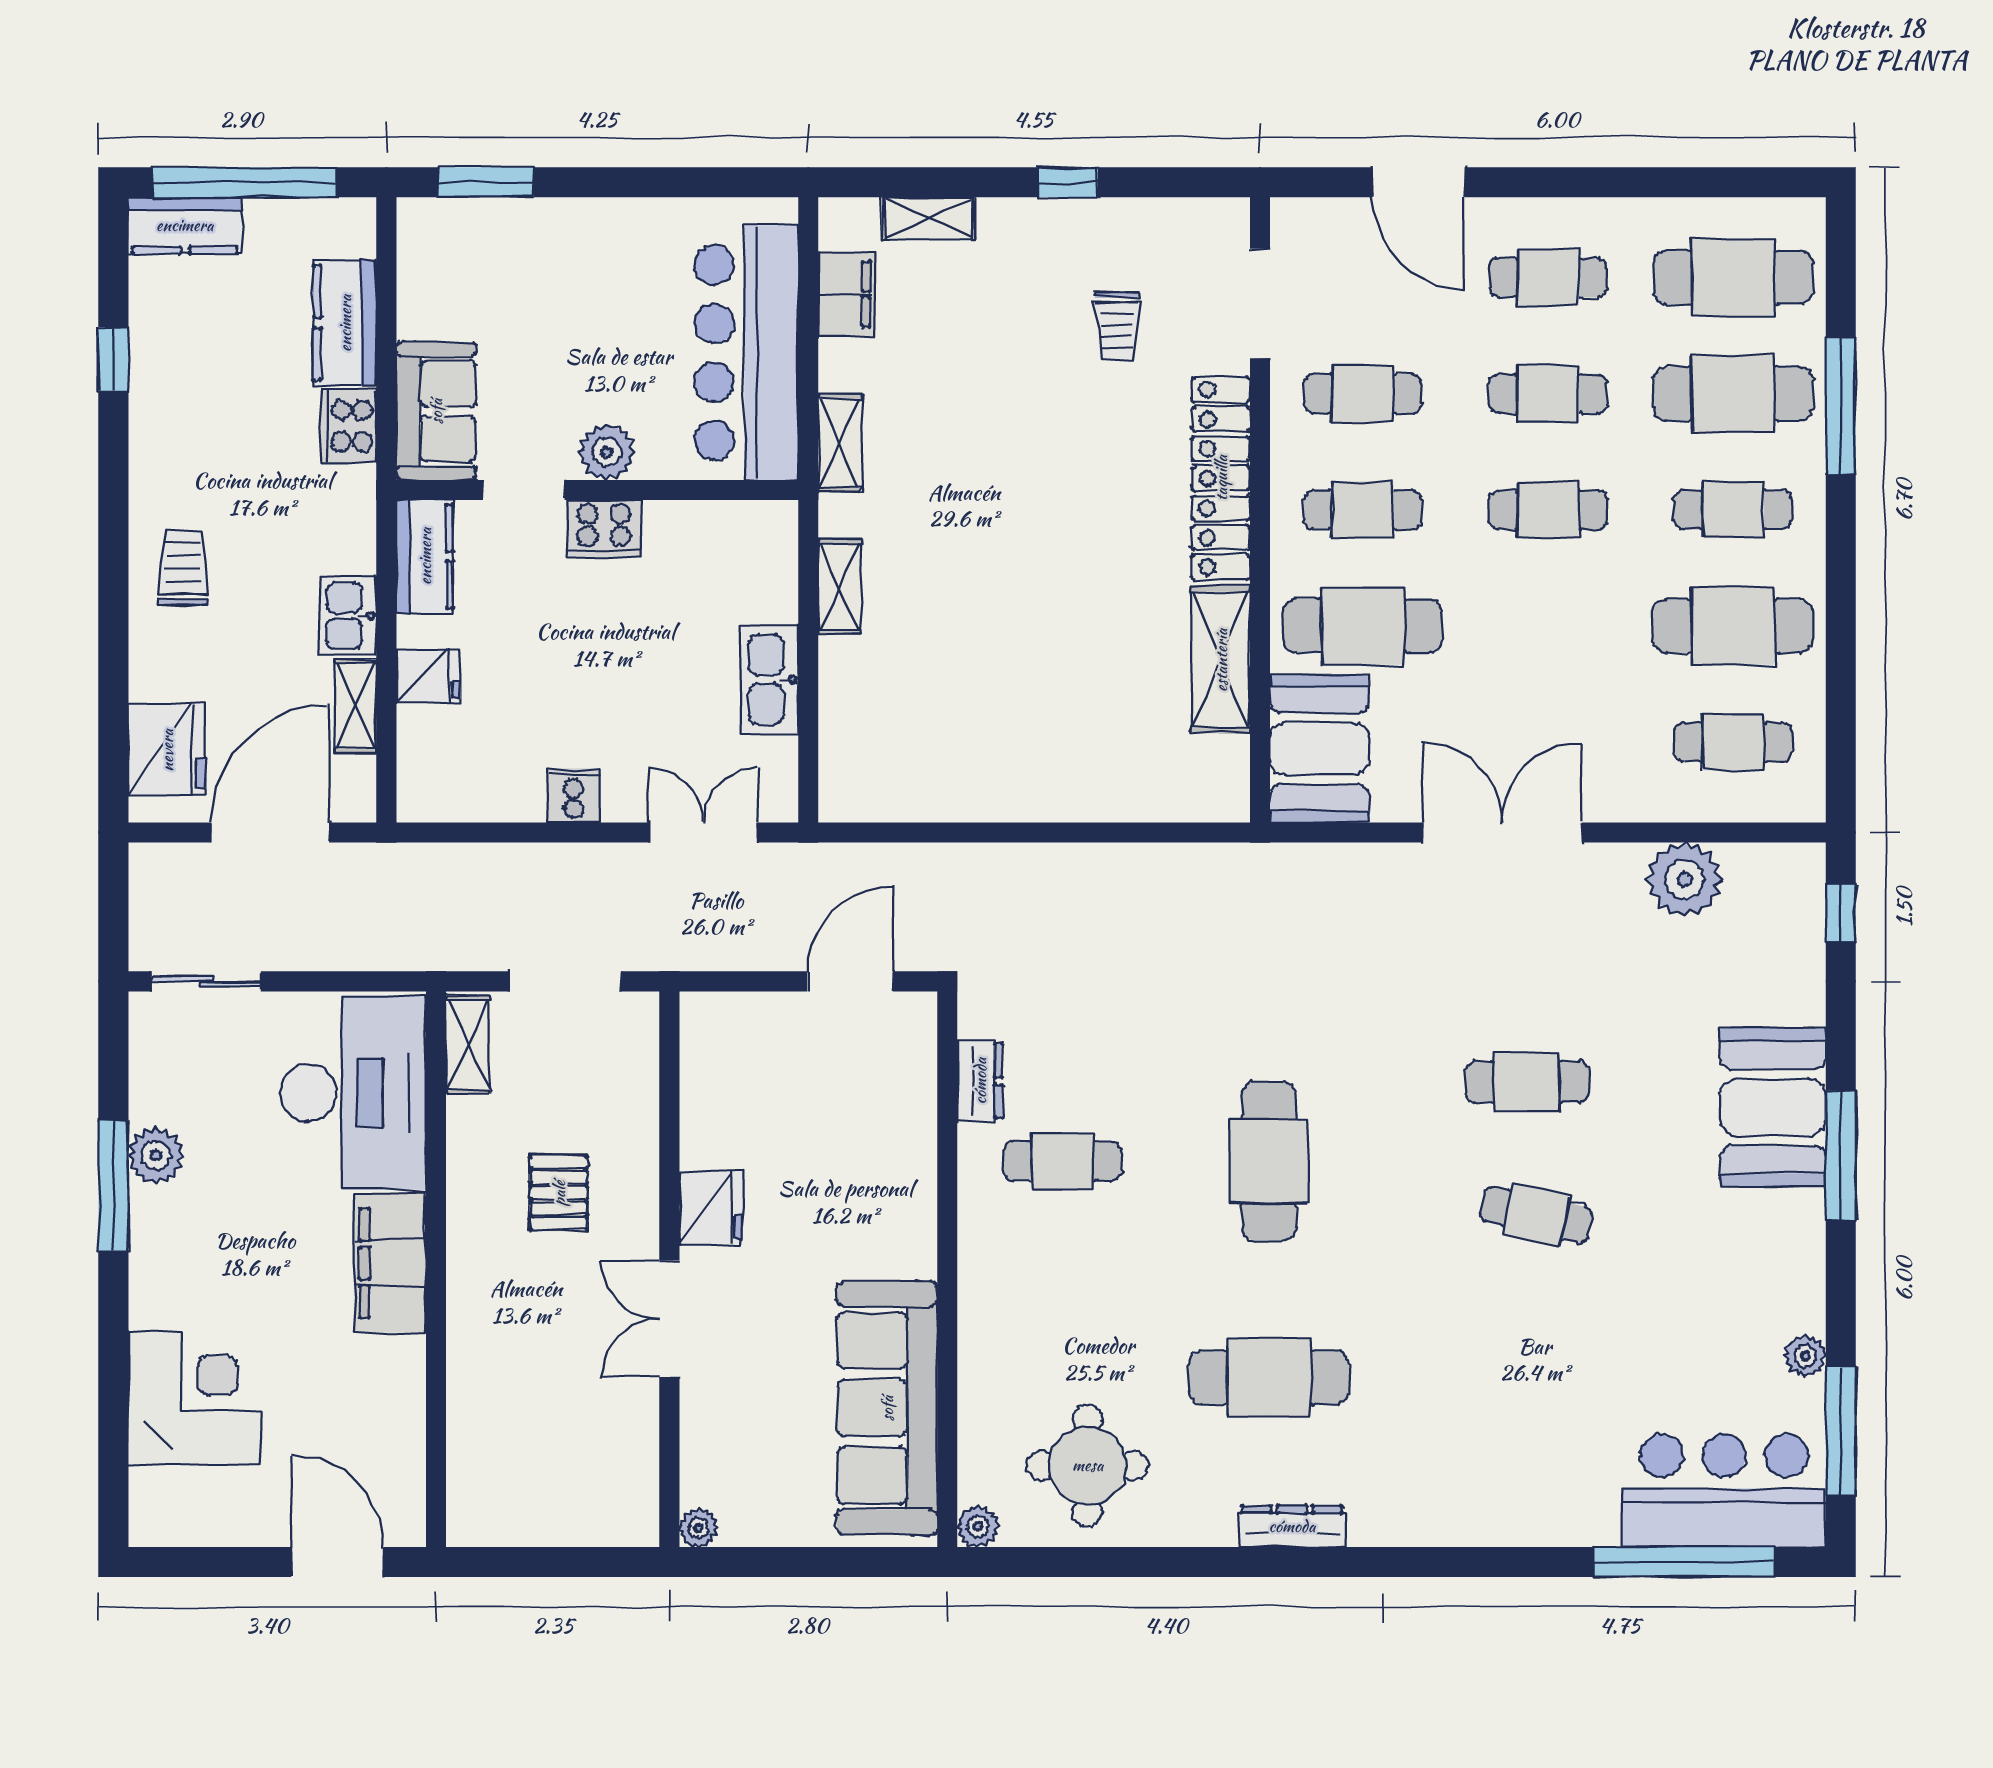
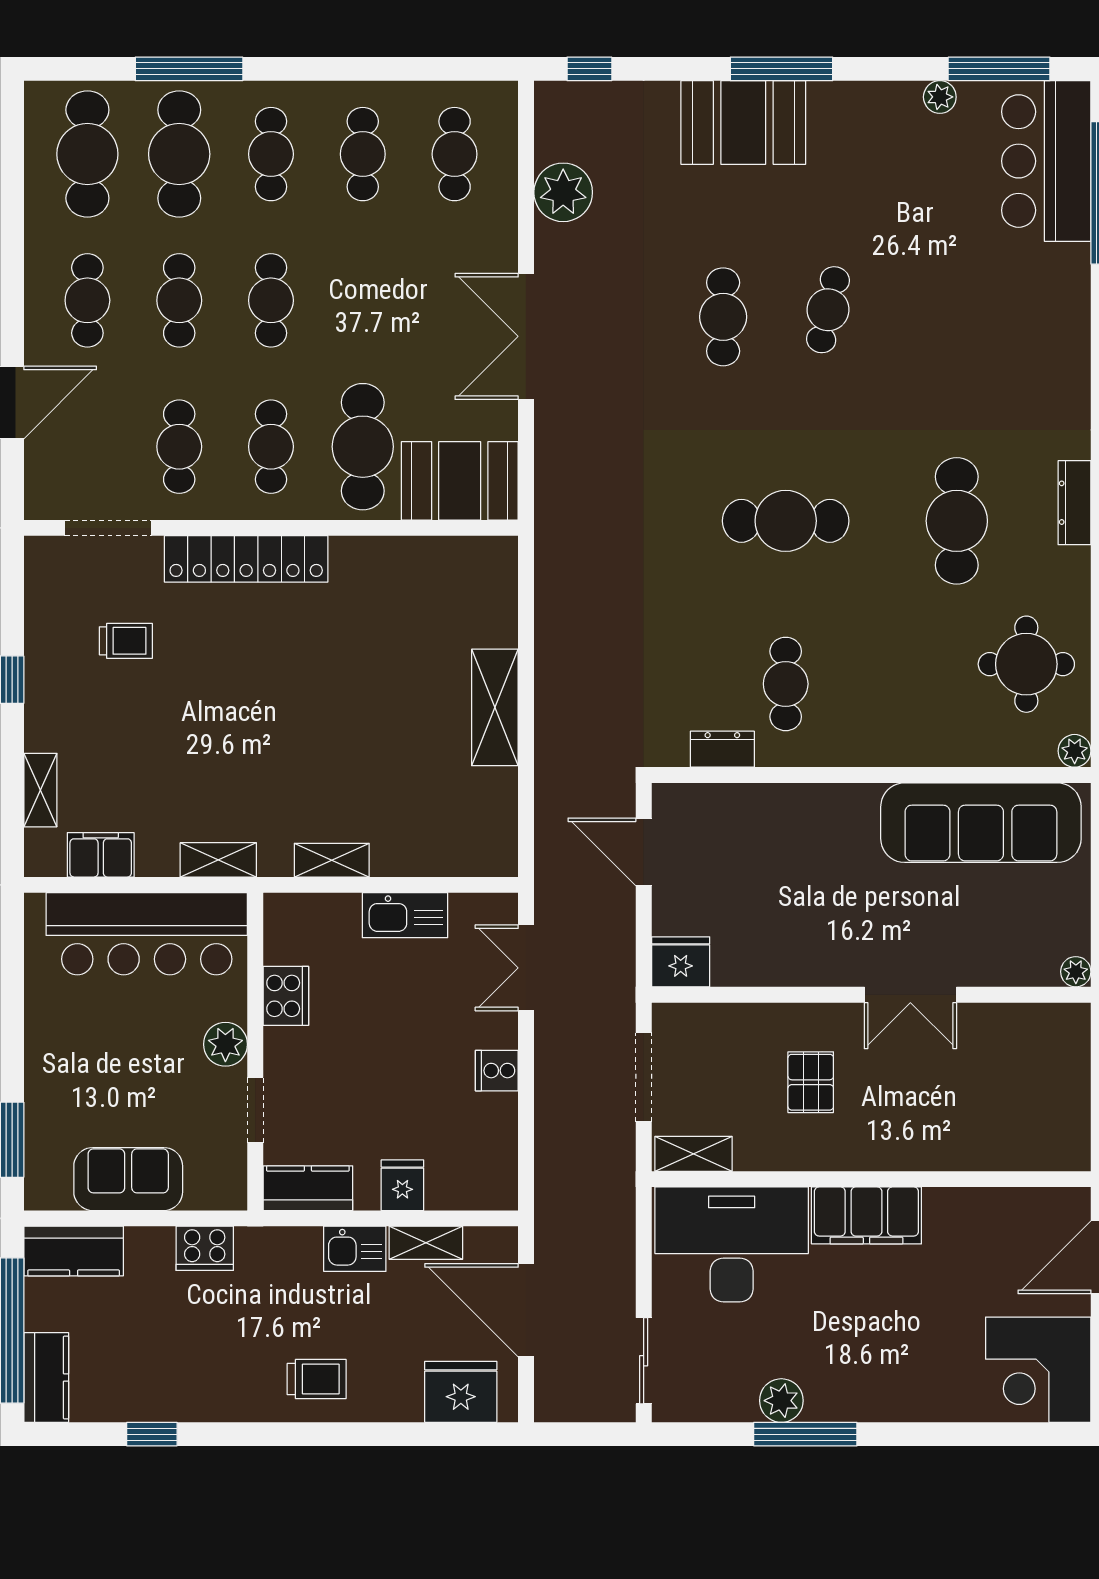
kitchen counter: (345, 323) -> (74, 1251), moved
sofa: (436, 411) -> (128, 1179), moved
cooker: (604, 529) -> (286, 996), moved
trolley: (183, 568) -> (317, 1379), turned 180
cafe table: (1733, 626) -> (363, 154), width x0.73, depth x0.74
shelving: (1221, 660) -> (495, 707), moved, turned 90
pallet: (559, 1193) -> (811, 1082), turned 90
fridge: (711, 1208) -> (681, 962), moved
corner desk: (195, 1398) -> (1038, 1370), moved, turned -90

